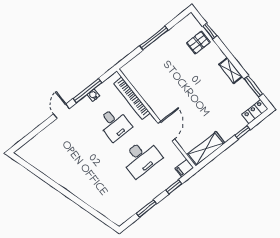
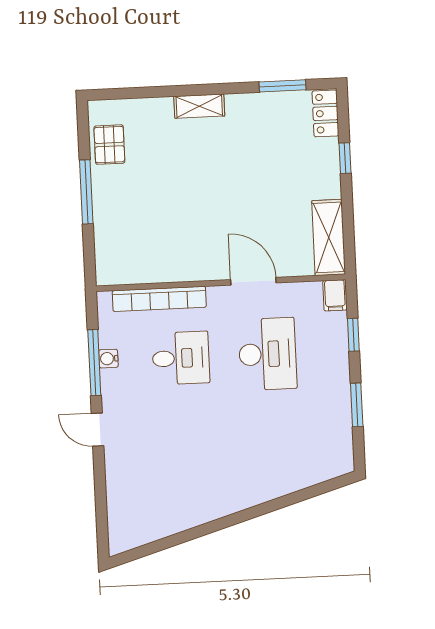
window: (210, 31) -> (140, 93), removed
pallet: (198, 42) -> (109, 145), moved
shelving: (231, 71) -> (199, 106), moved

